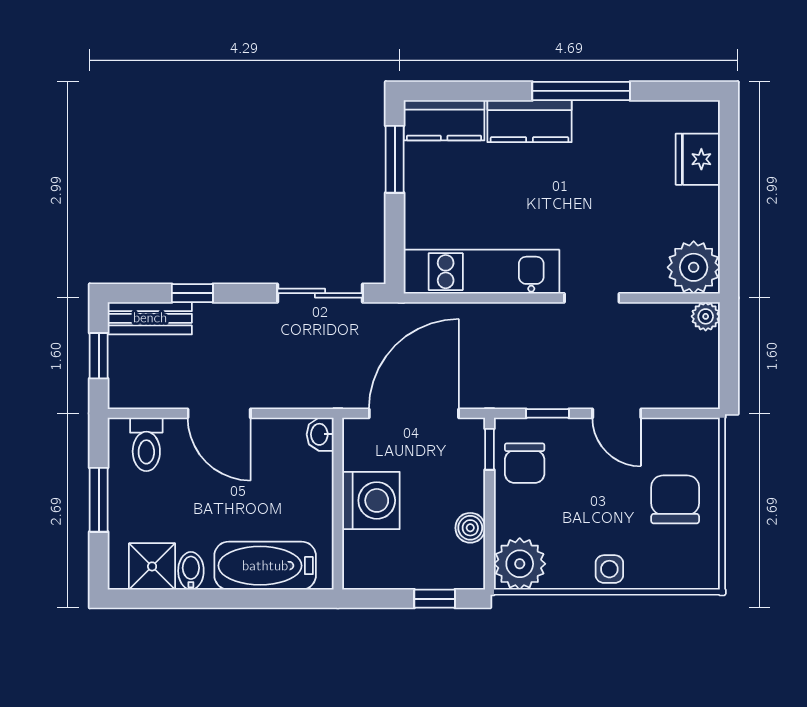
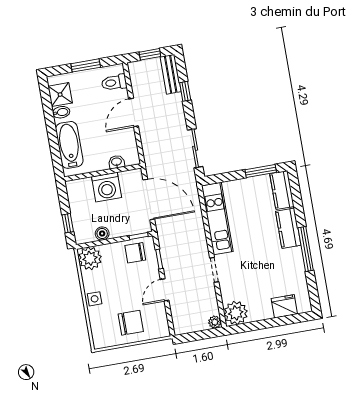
washbasin: (320, 434) -> (117, 162), moved

